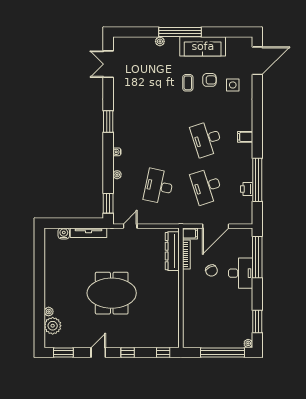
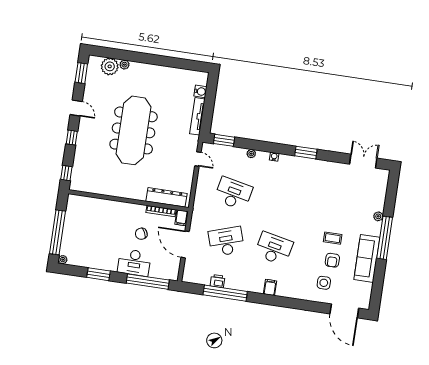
desk: (207, 139) -> (274, 249), turned 30
meeting table: (112, 293) -> (134, 130), width x1.36
window: (257, 322) -> (99, 274), moved

